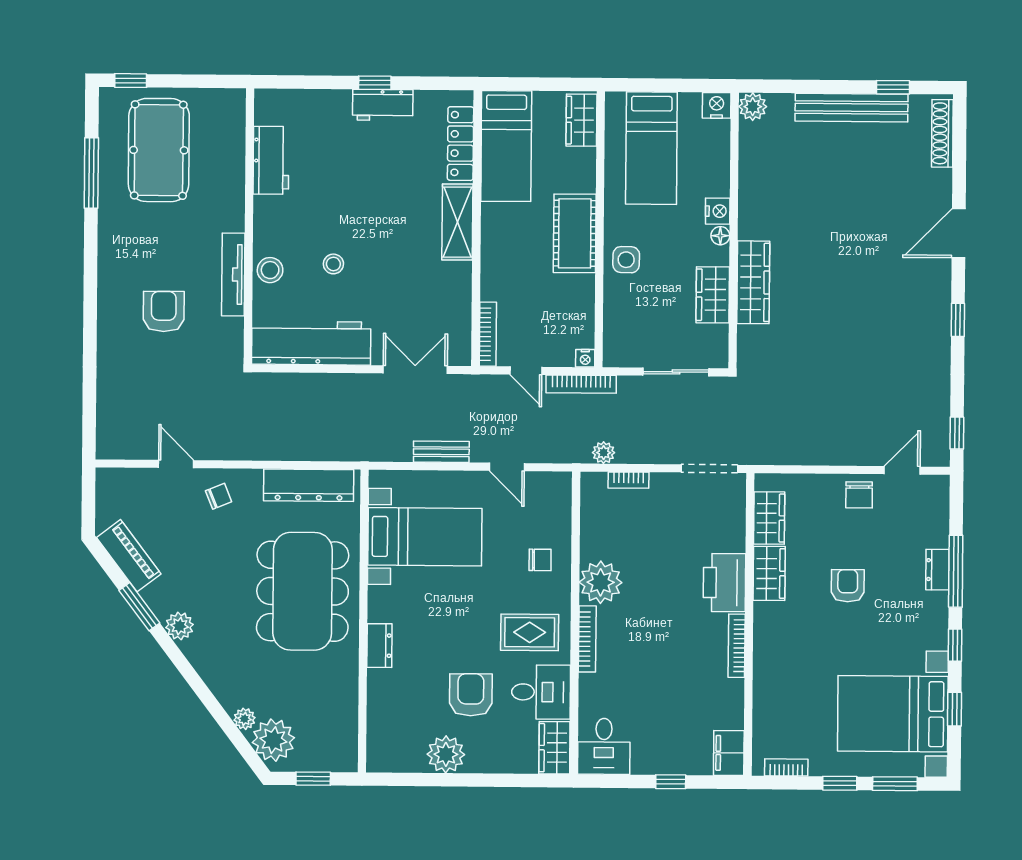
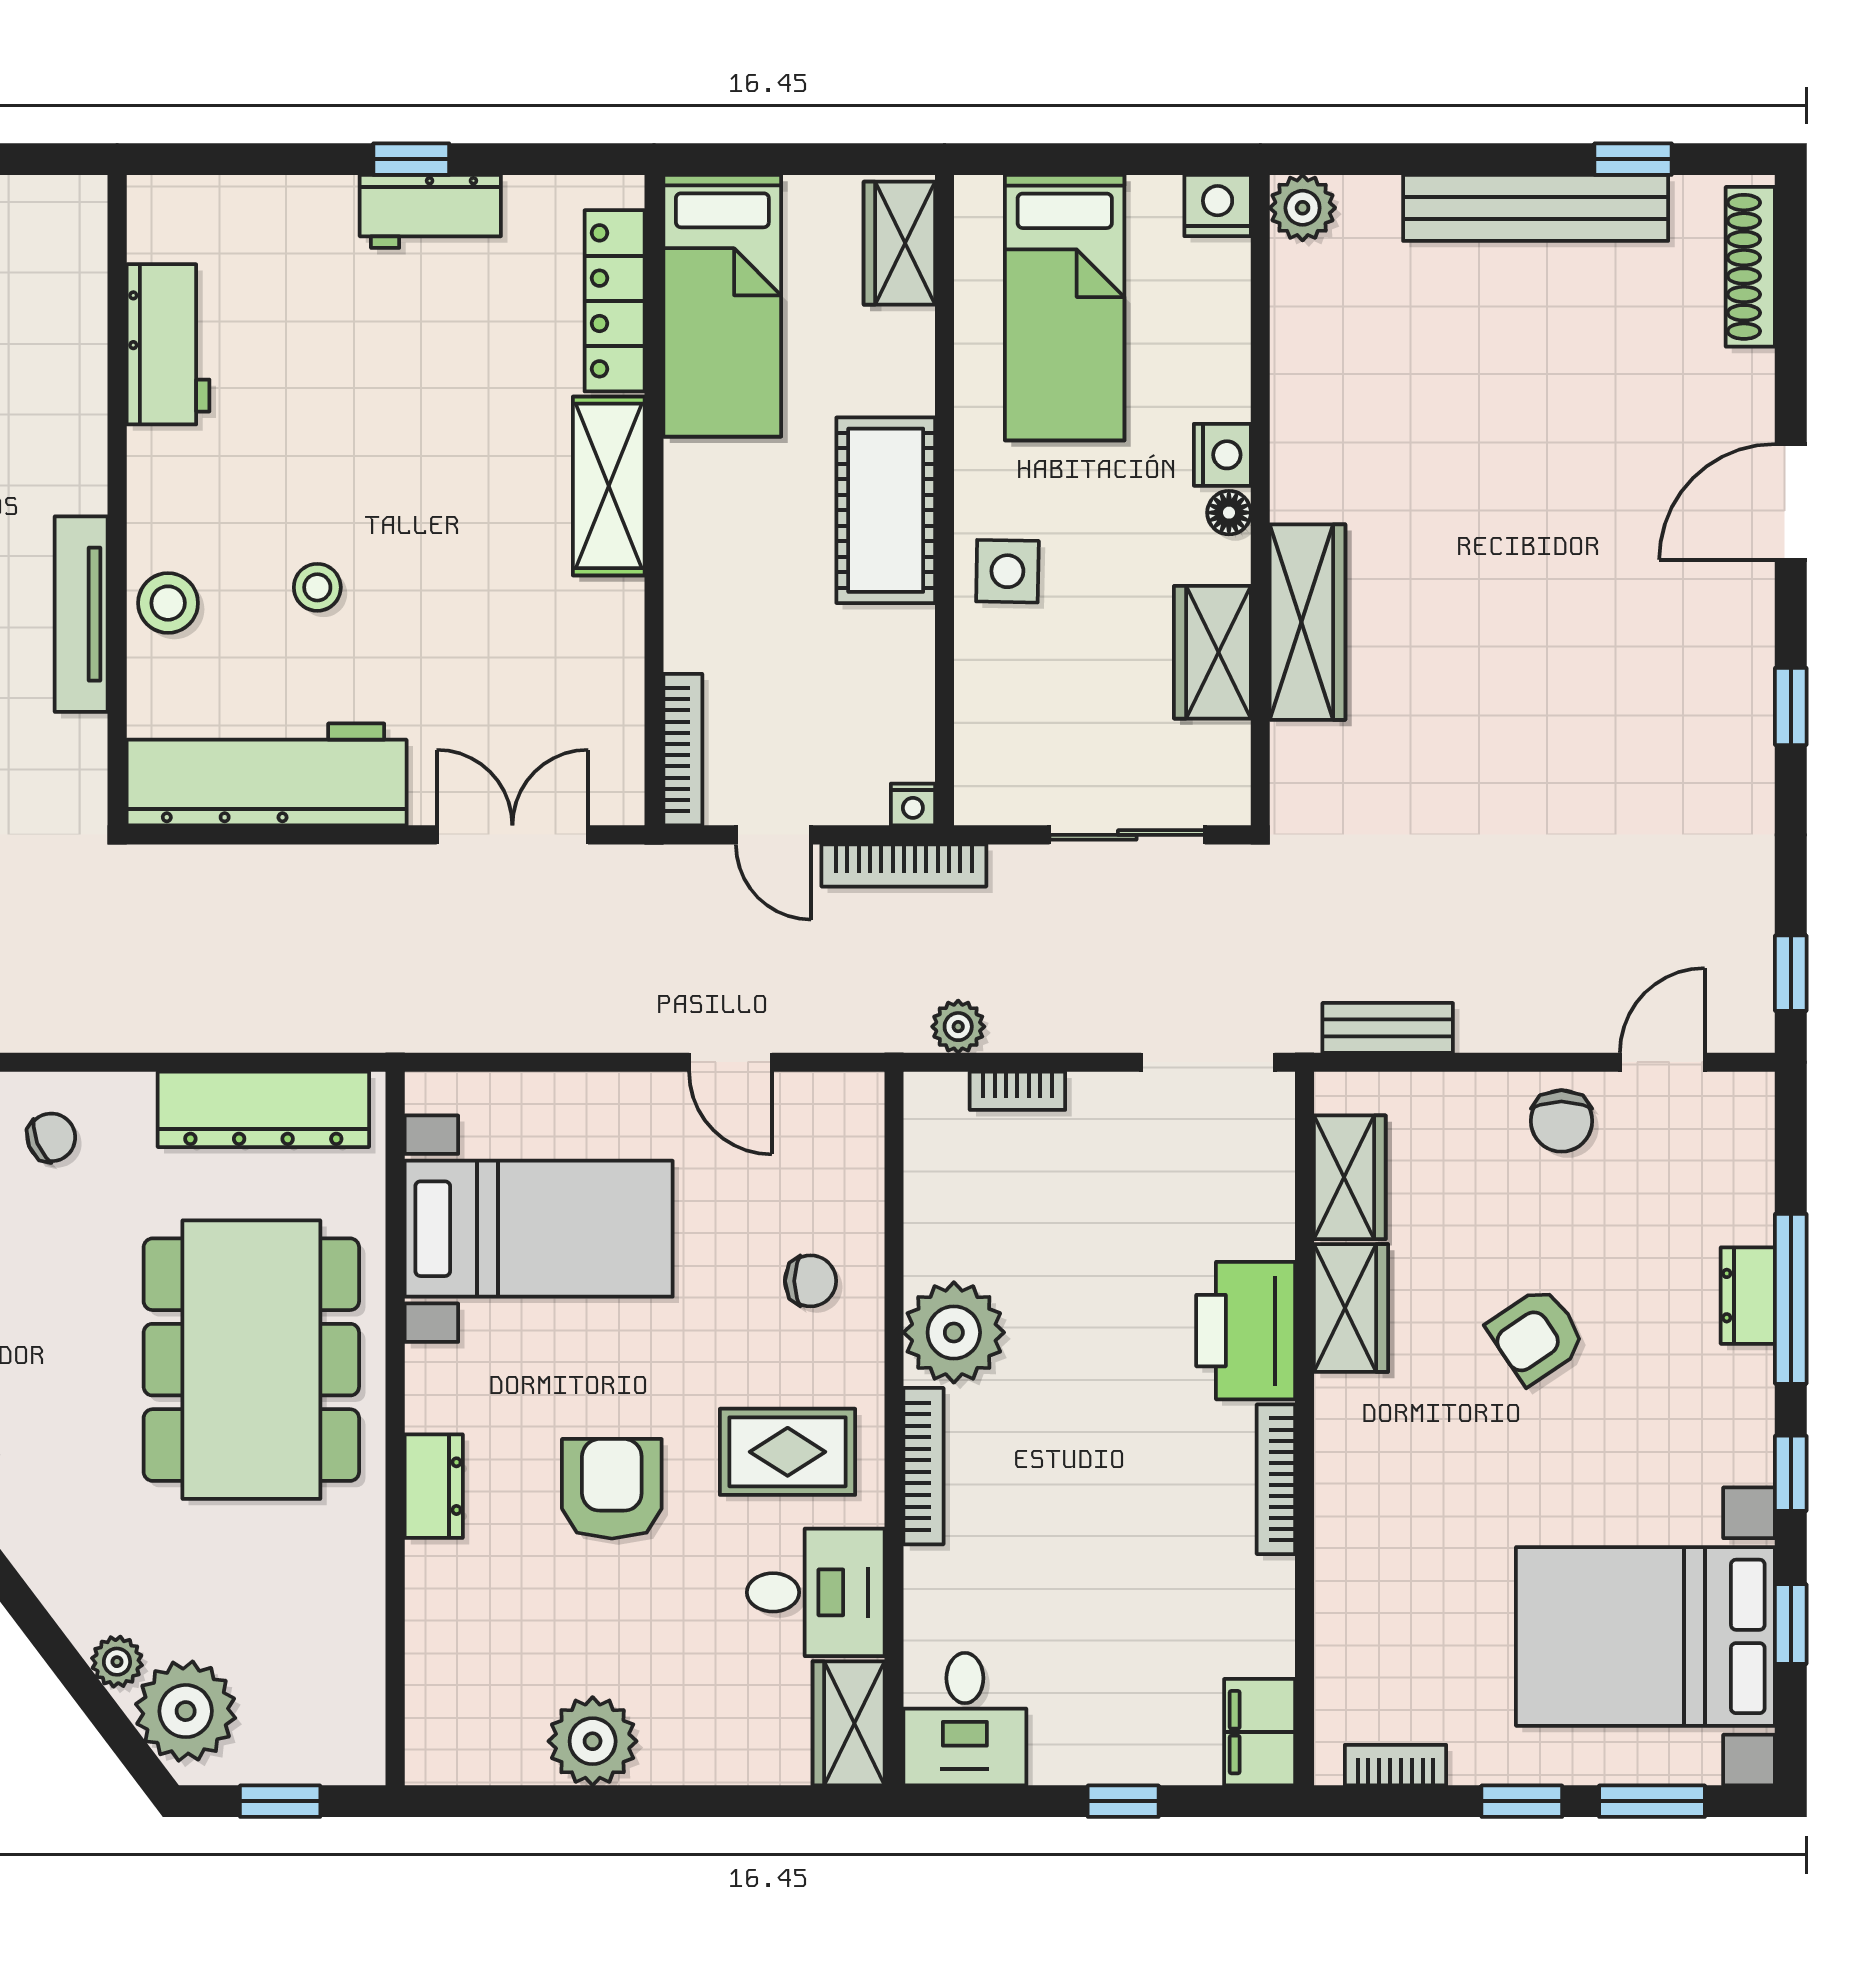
bench: (441, 452) -> (1388, 1028), moved
armchair: (848, 586) -> (1536, 1335), turned -124
armchair: (471, 695) -> (612, 1489), moved

